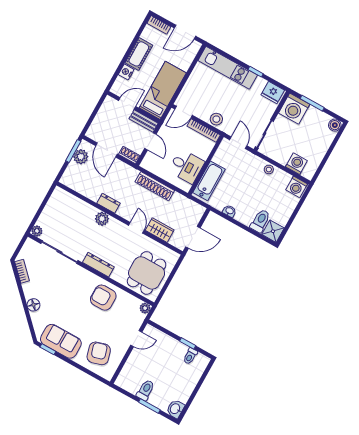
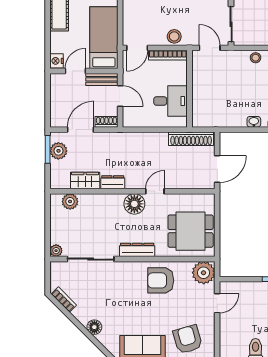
nightstand: (126, 72) -> (57, 61), moved
door: (106, 150) -> (81, 130), swing flipped
bathtub: (209, 181) -> (202, 103), removed
shoe rack: (155, 186) -> (191, 139), moved
washbasin: (229, 211) -> (254, 122), moved
plant: (102, 219) -> (70, 201), moved
door: (136, 228) -> (155, 191), hinge flipped
floor lamp: (116, 229) -> (134, 204), added
wardrobe: (160, 230) -> (85, 180), moved
dining table: (147, 273) -> (191, 231), turned 90
plant: (145, 308) -> (204, 273), width x1.87, depth x1.87

